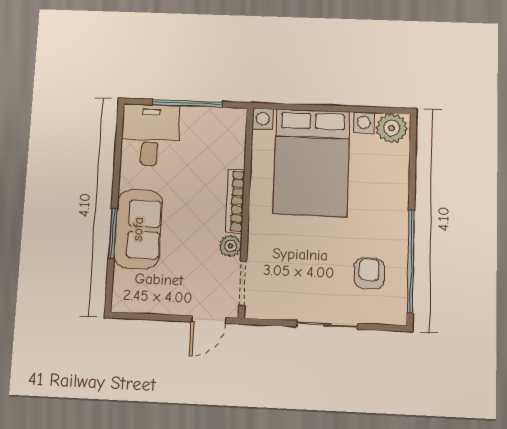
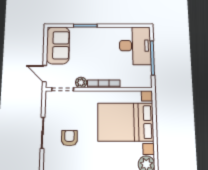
desk: (150, 135) -> (135, 46), width x1.37
sofa: (138, 229) -> (58, 45), moved, turned -90
armchair: (369, 273) -> (69, 138), moved, turned -90

